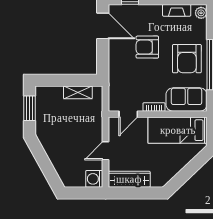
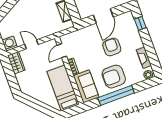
door: (103, 26) -> (103, 16), moved
door: (128, 114) -> (62, 51), hinge flipped
wardrobe: (129, 179) -> (16, 63), width x0.67

